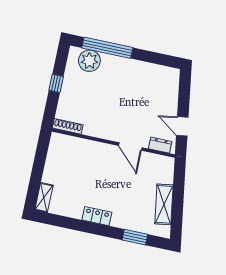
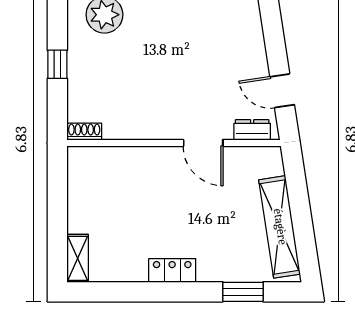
shoe rack: (68, 126) -> (84, 132), width x0.70
shelving: (164, 204) -> (280, 227), width x1.47

